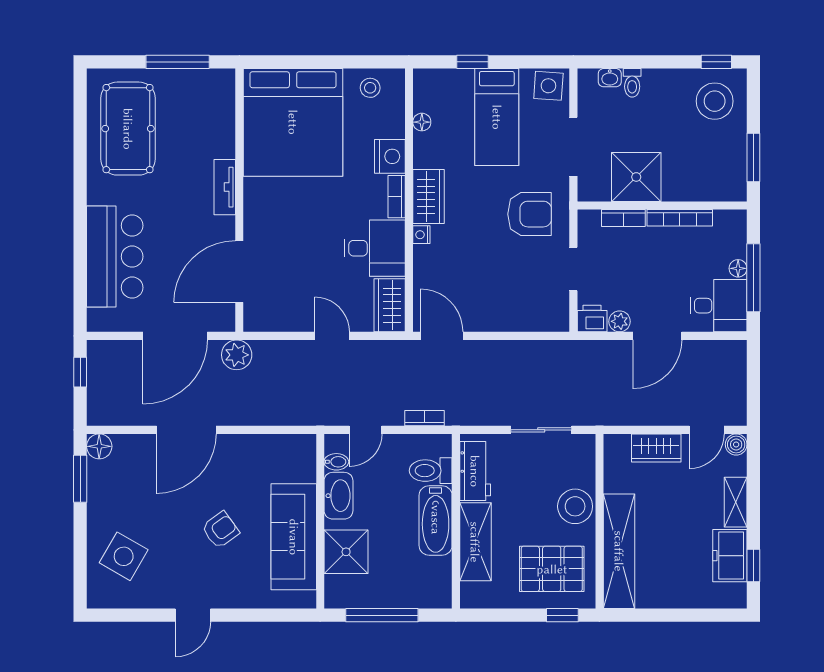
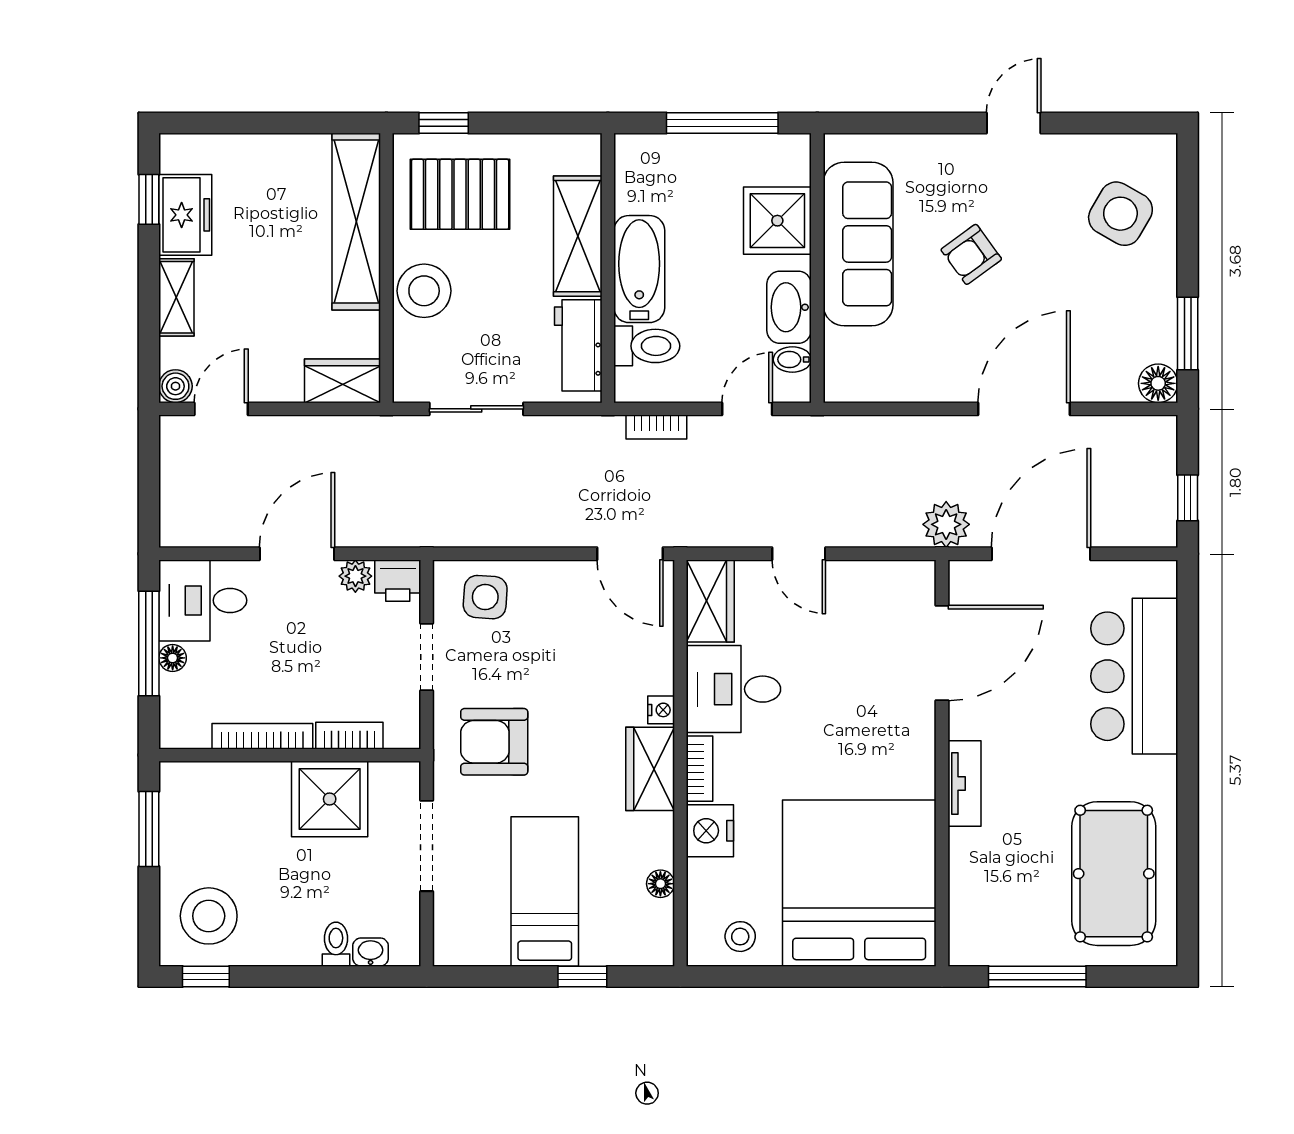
side table: (548, 86) -> (485, 597), moved
wardrobe: (656, 448) -> (343, 381), moved

